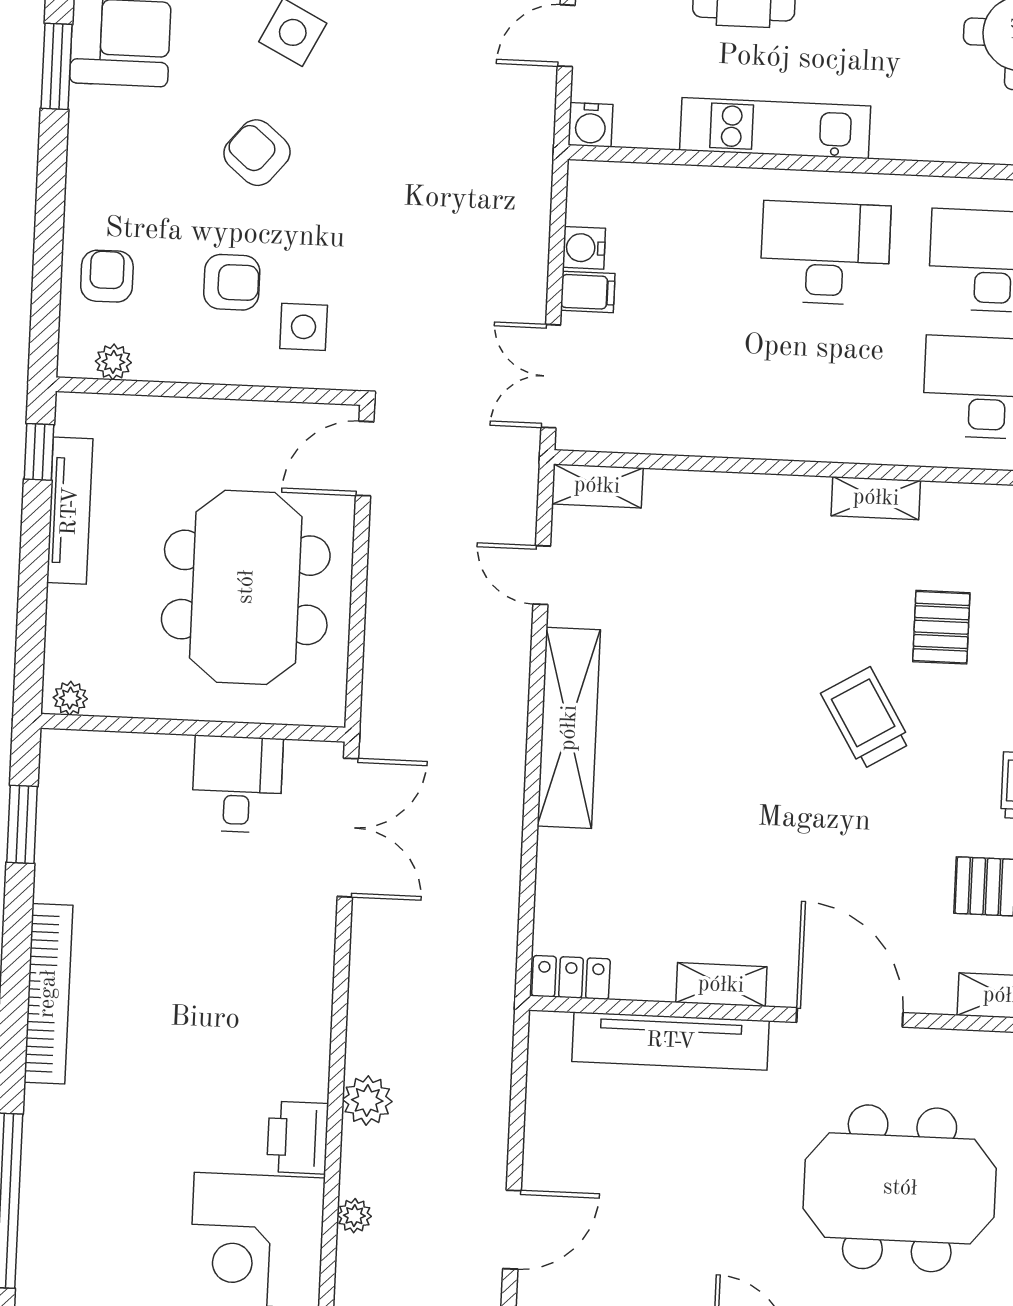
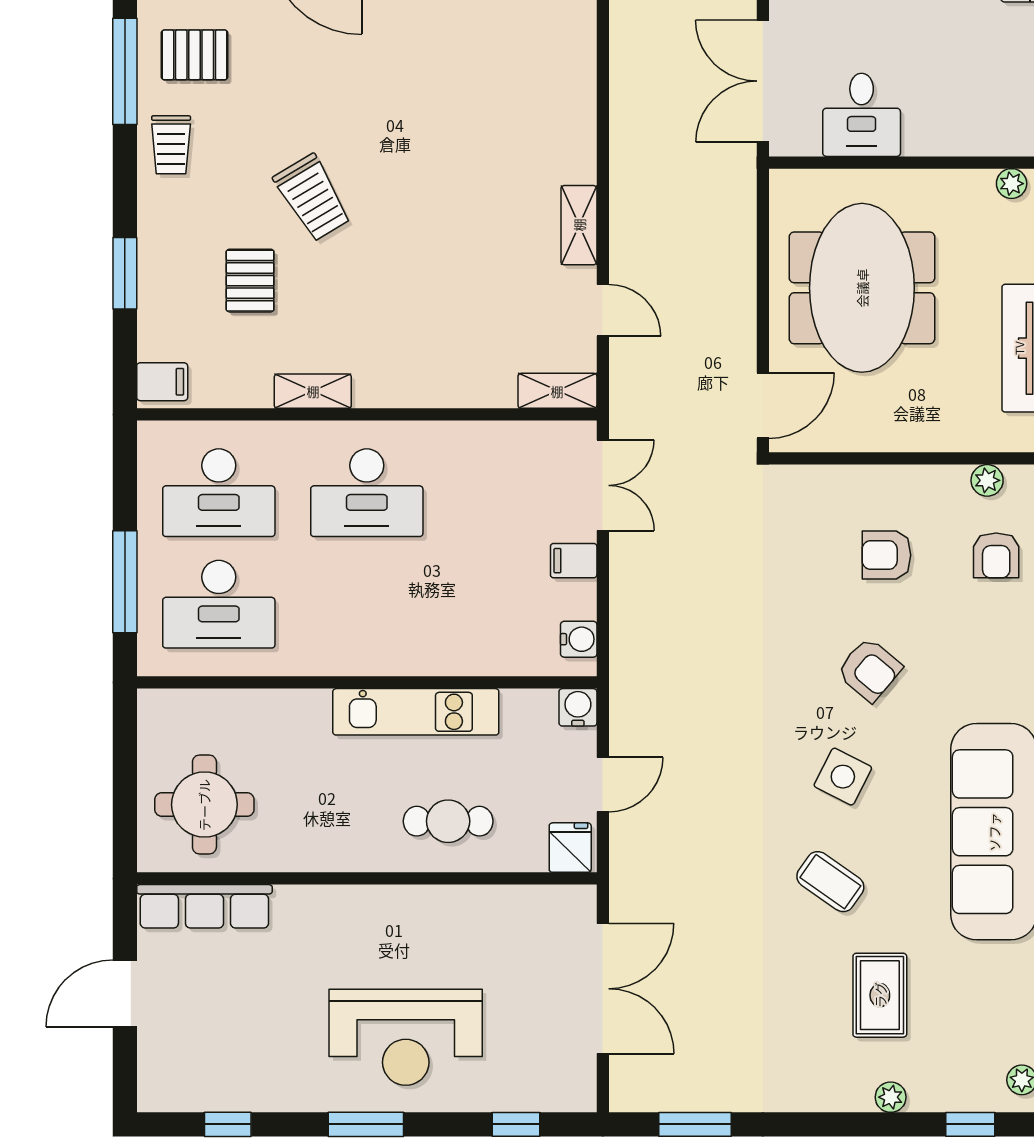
water cooler: (584, 248) -> (579, 639), moved
desk: (825, 253) -> (367, 493), moved
side table: (304, 327) -> (822, 519), removed
shelving: (569, 728) -> (579, 225), width x0.45, depth x0.75

